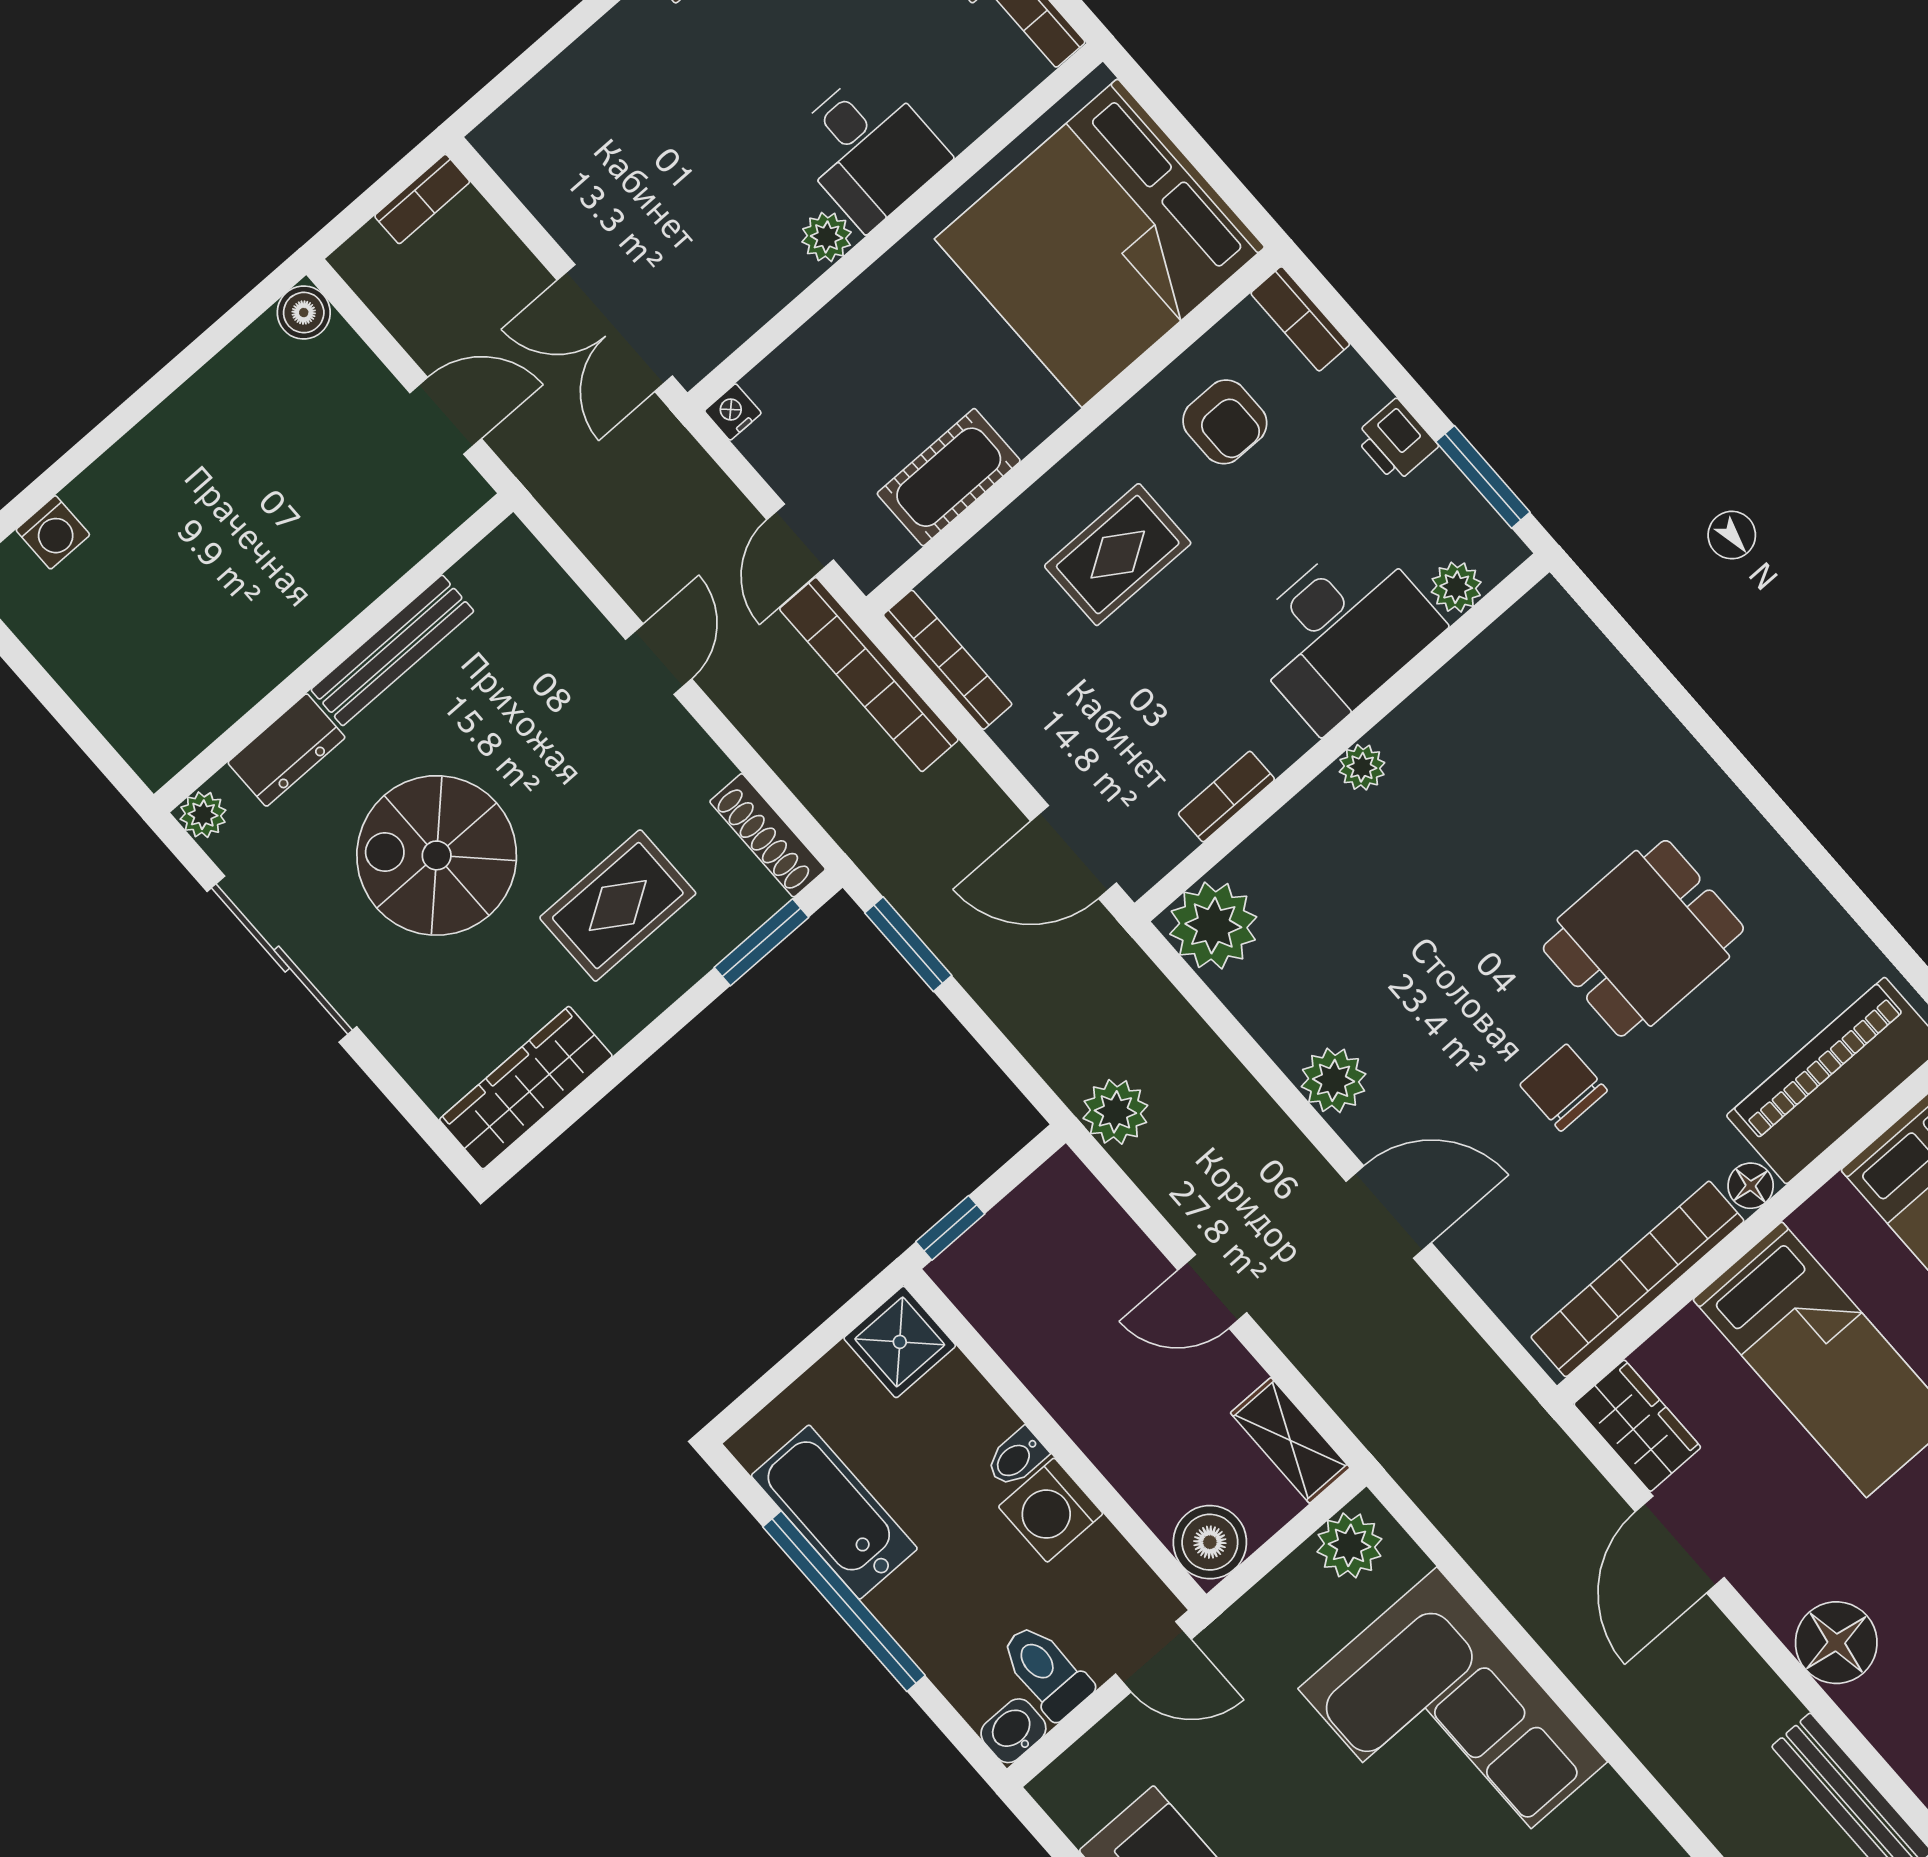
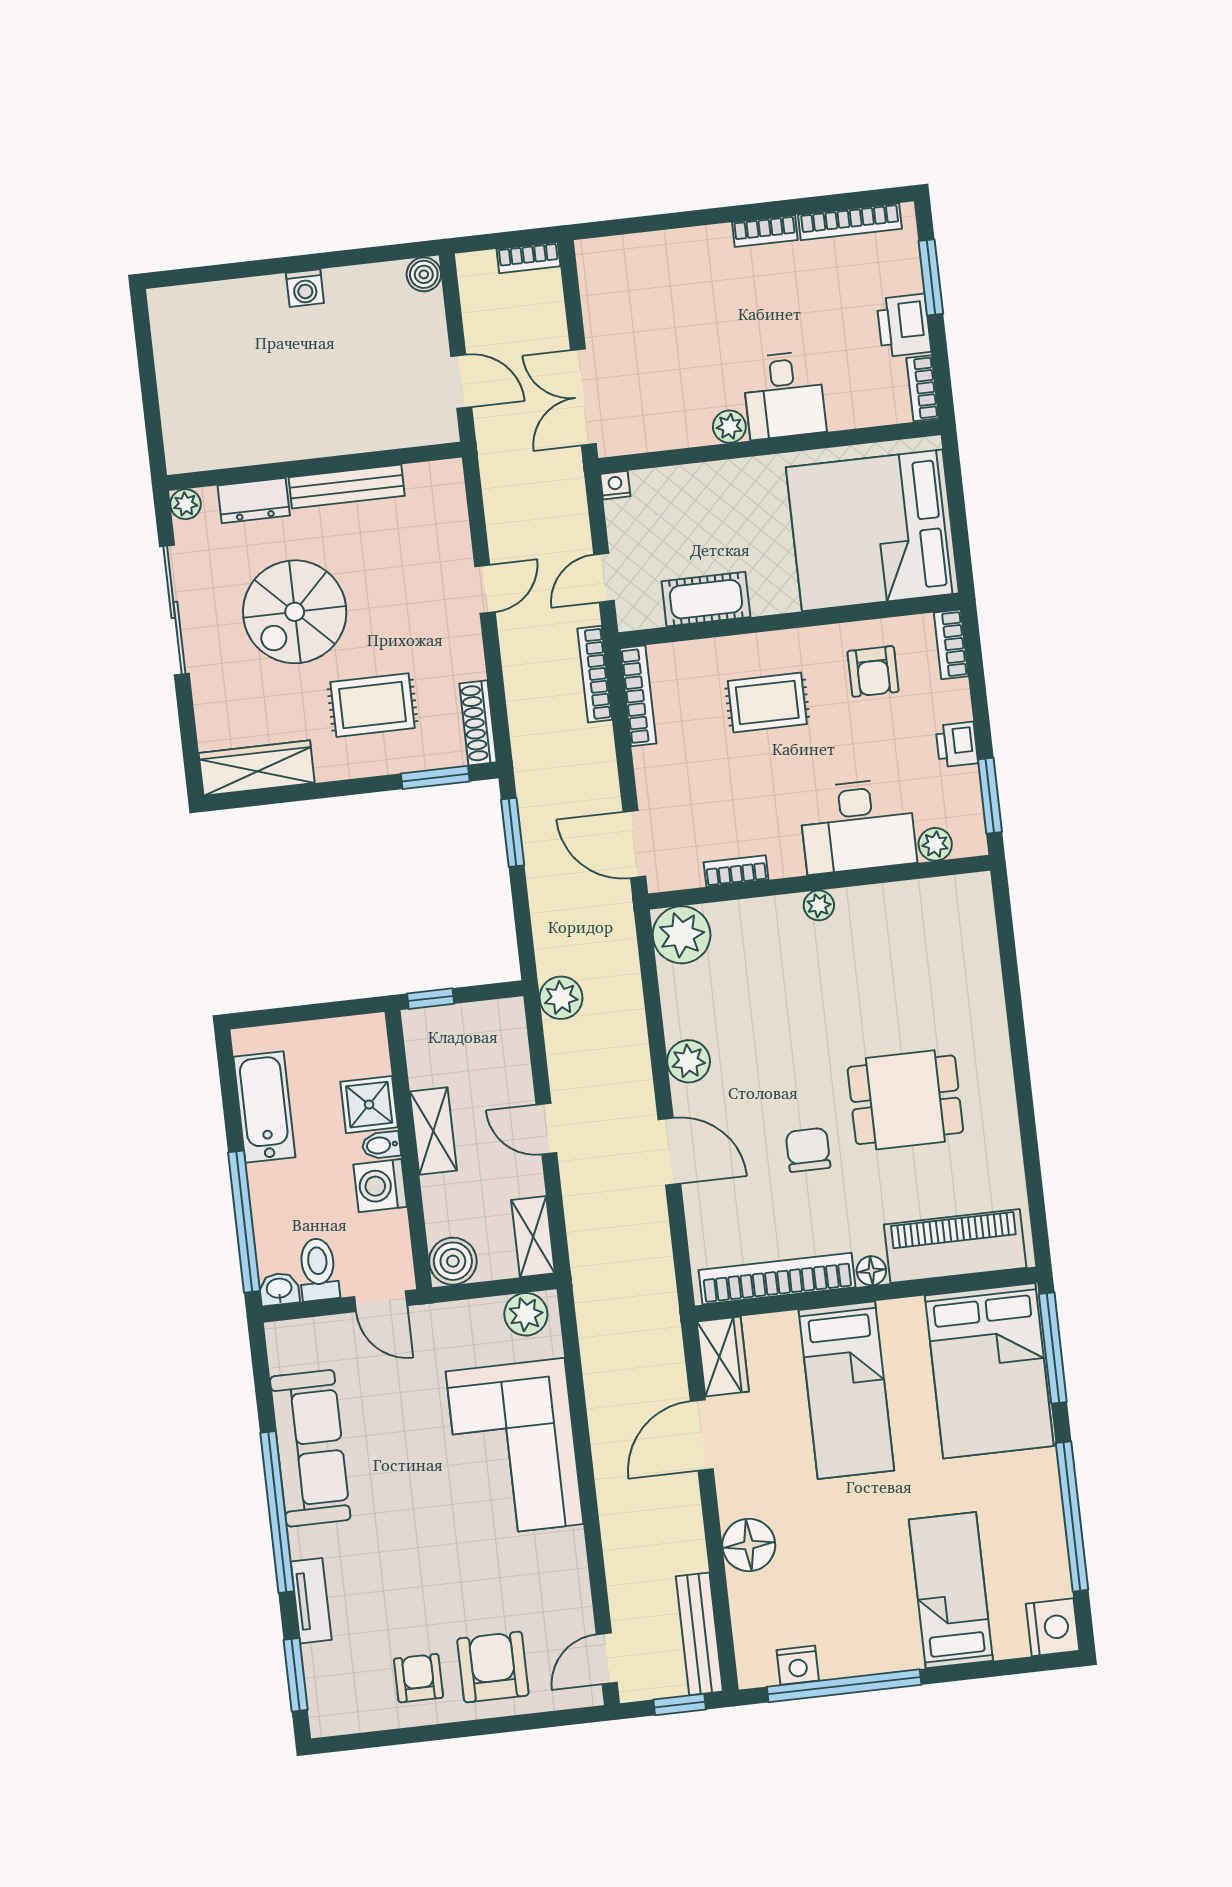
washing machine: (53, 532) -> (305, 288), moved
bookcase: (869, 674) -> (595, 674), width x0.68, depth x0.76
spiral stairs: (437, 855) -> (295, 612), turned -90
shower: (900, 1342) -> (369, 1105), moved
shelving: (1070, 1394) -> (433, 1131), added
window: (844, 1601) -> (244, 1222), moved

